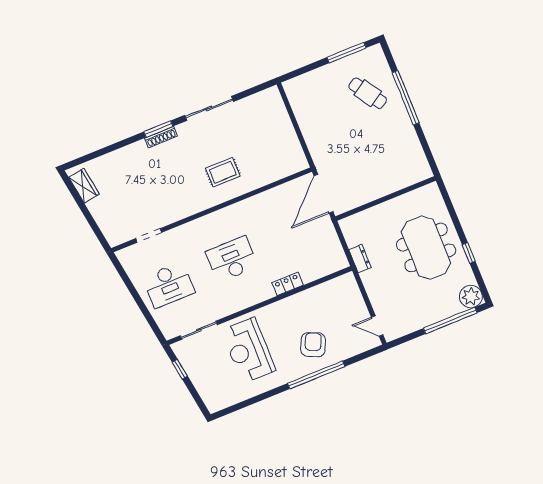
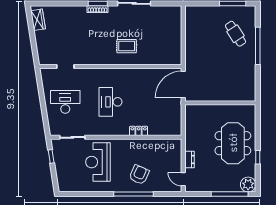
desk: (232, 259) -> (110, 102), turned -90
dresser: (360, 259) -> (189, 159), moved
desk: (169, 285) -> (65, 102), turned 180

